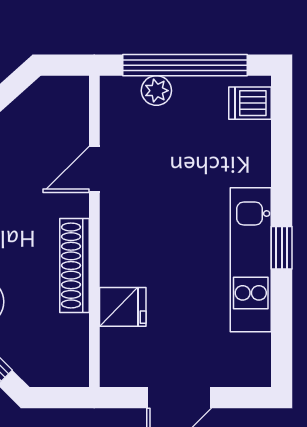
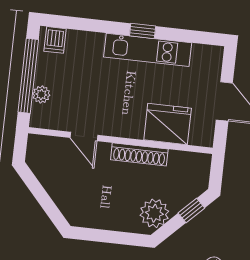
fridge: (123, 307) -> (168, 124), width x1.88, depth x1.34

